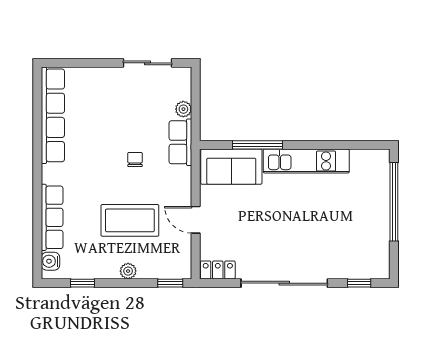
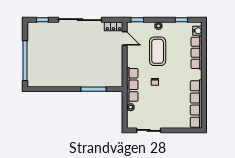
row of seats: (180, 142) -> (132, 85), width x1.48
kitchen unit: (306, 161) -> (69, 81), removed
sofa: (231, 167) -> (107, 78), removed
coffee table: (130, 220) -> (158, 51), turned 90
door: (196, 220) -> (125, 38), moved

